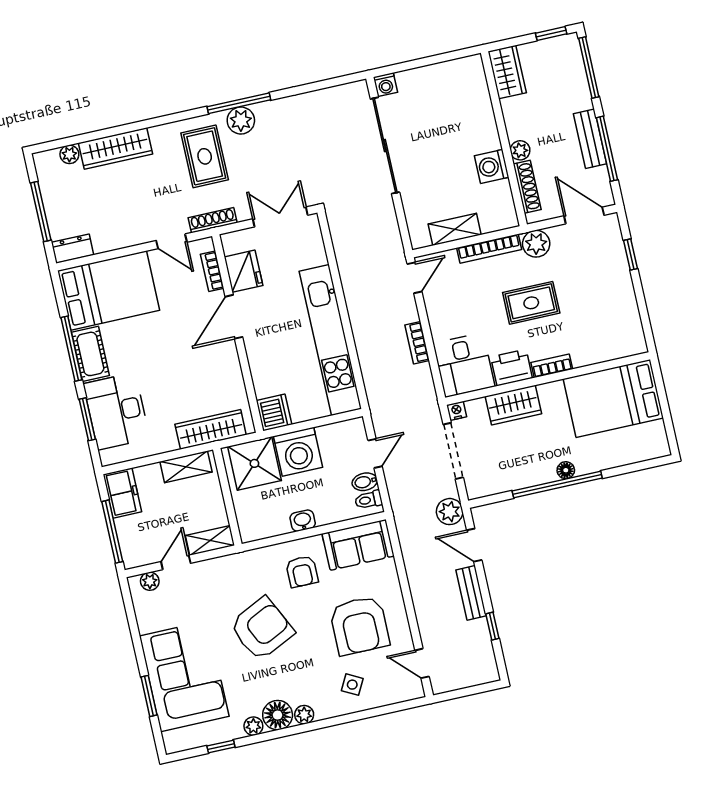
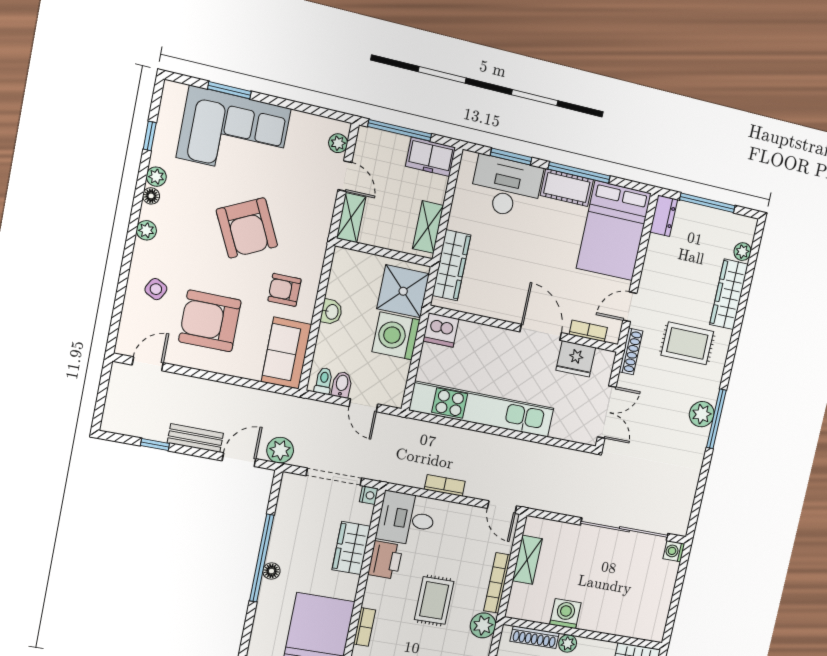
rug: (205, 156) -> (687, 343), moved
bookcase: (552, 366) -> (365, 627), moved
floor lamp: (278, 715) -> (151, 196), width x0.53, depth x0.53

